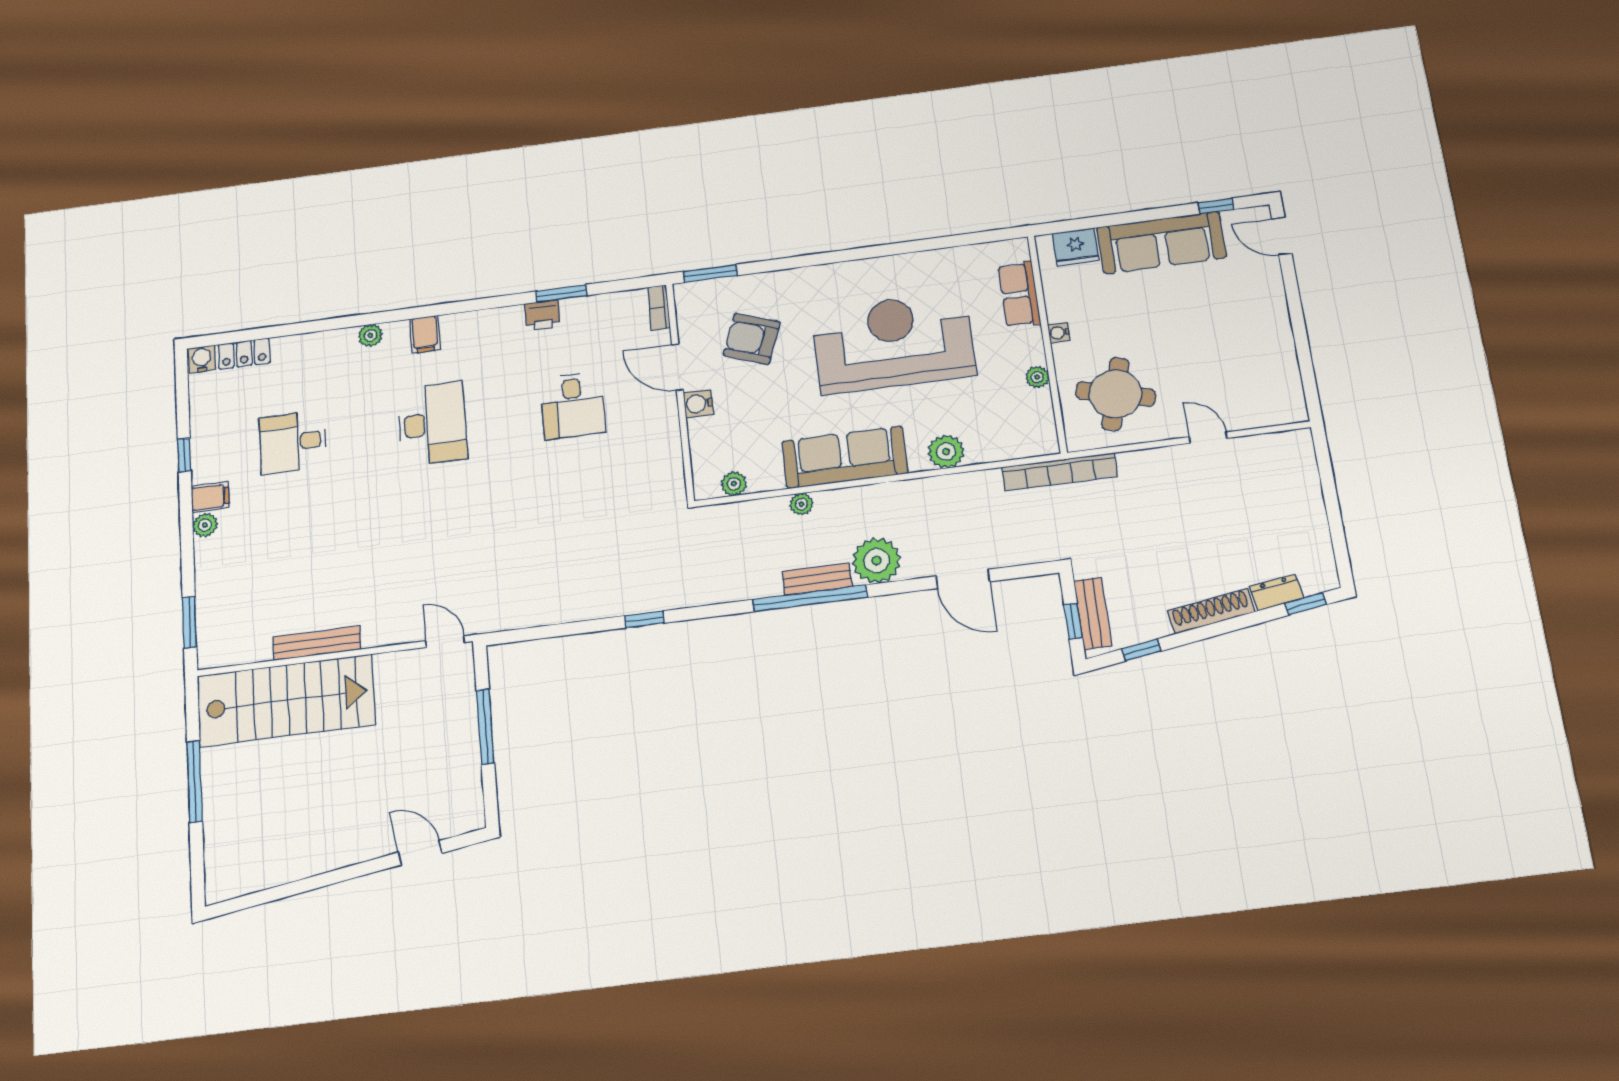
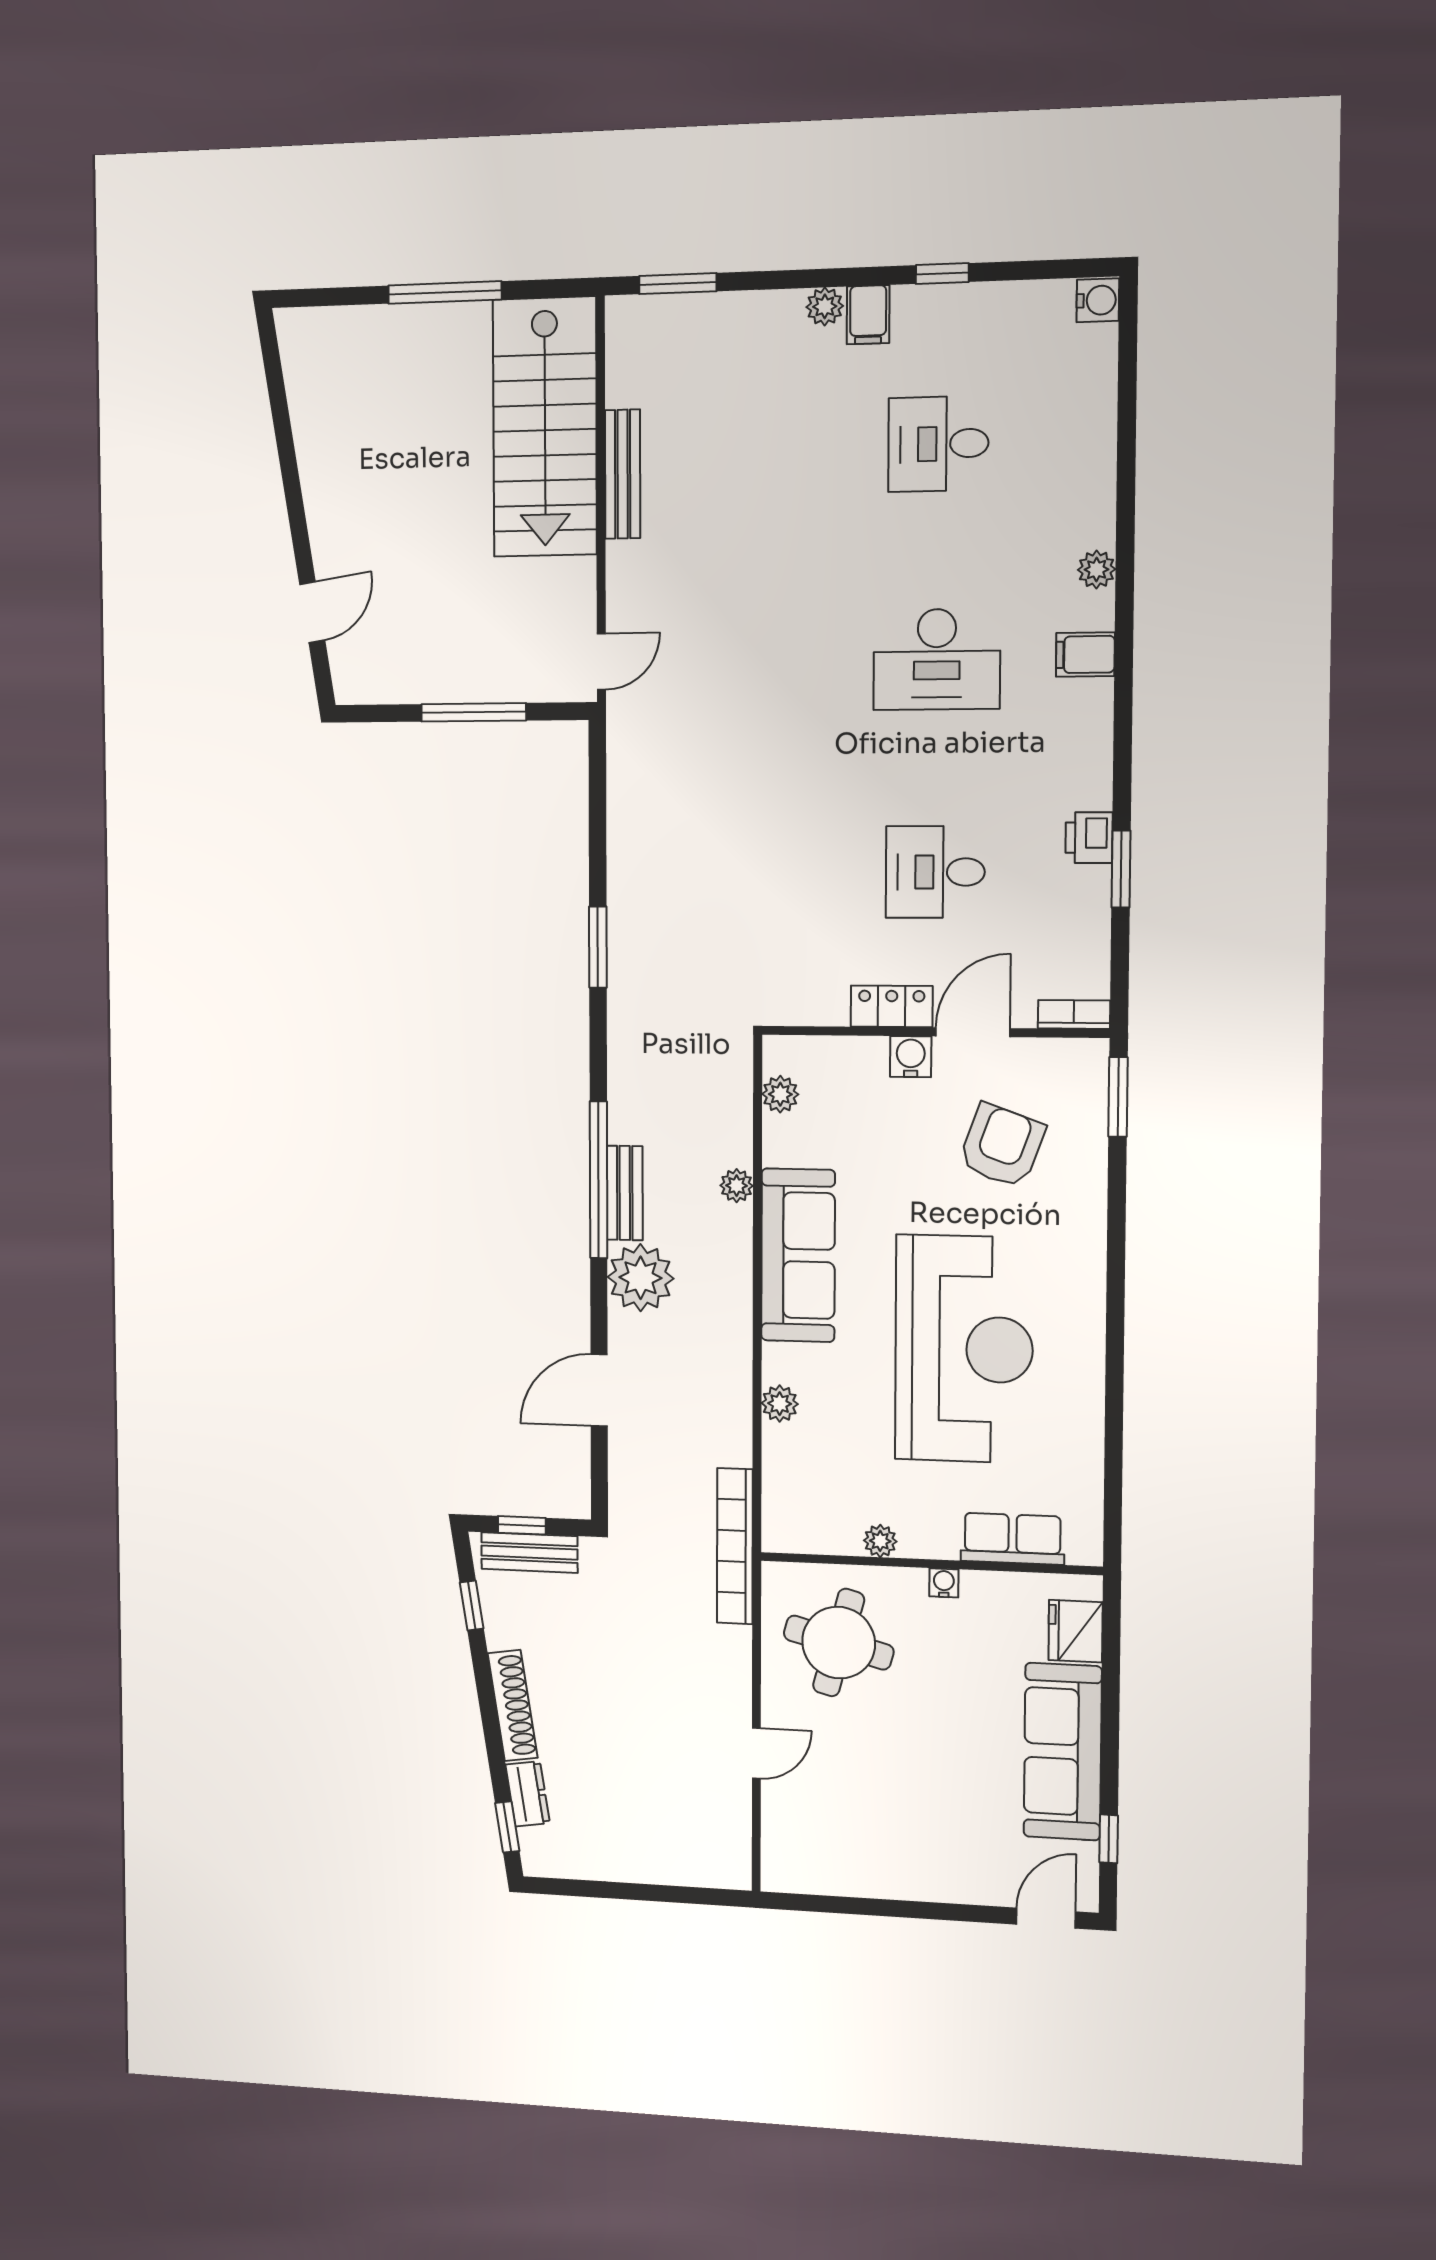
locker: (244, 354) -> (892, 1006), moved, turned 90
desk: (293, 442) -> (938, 444), turned -90
plant: (946, 451) -> (780, 1404), width x0.73, depth x0.73
window: (644, 619) -> (598, 947), width x1.50

